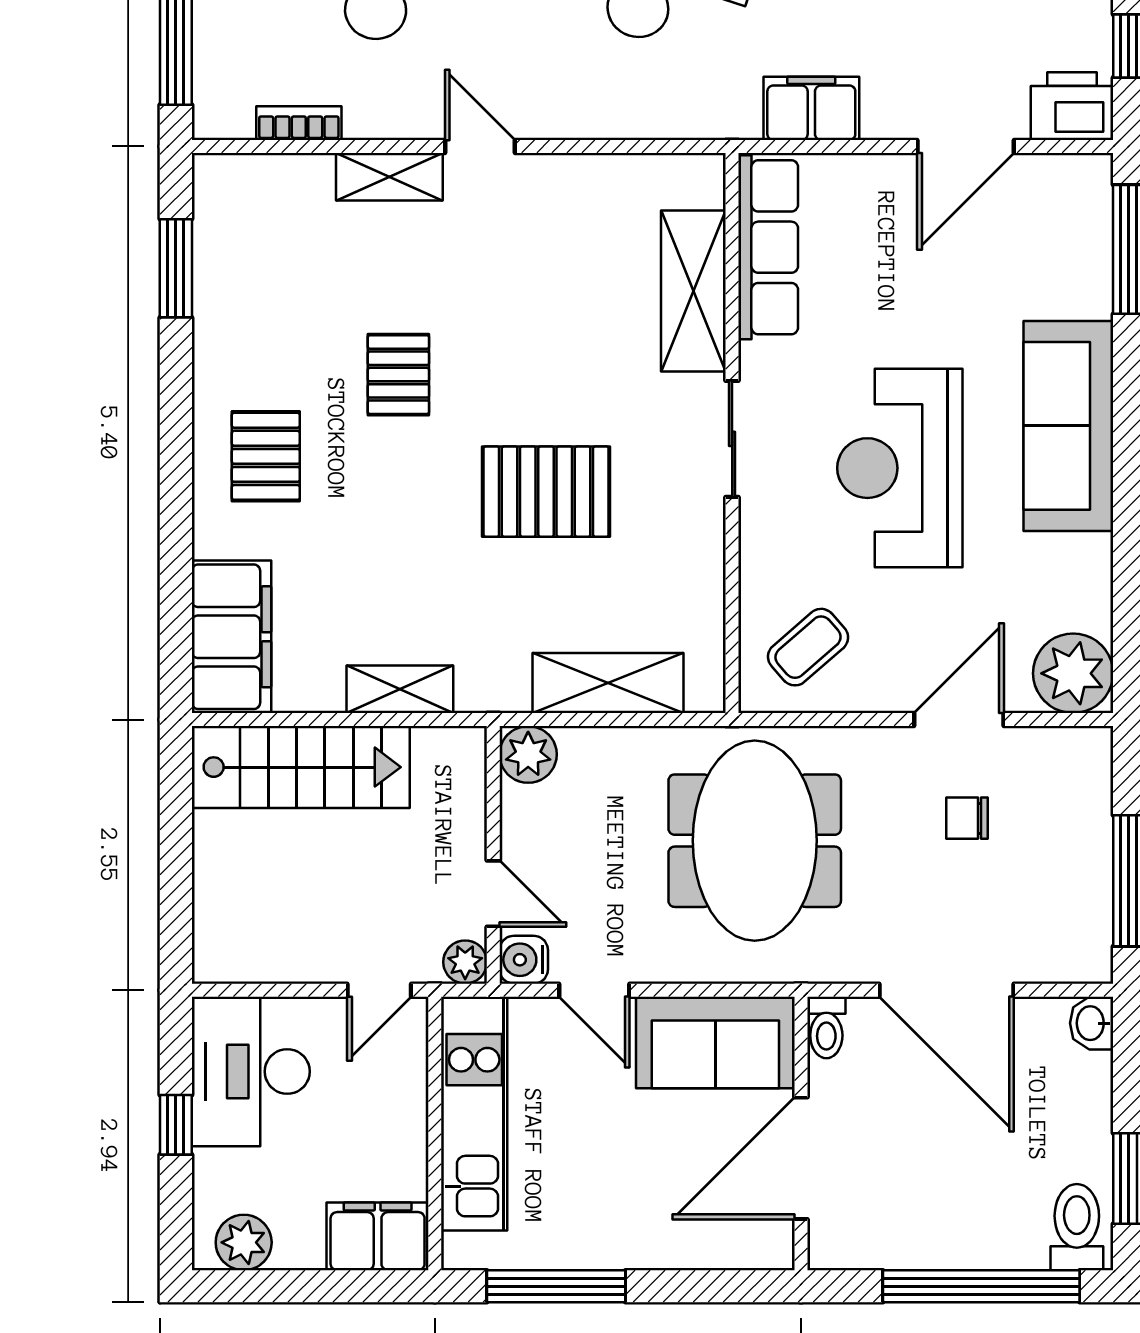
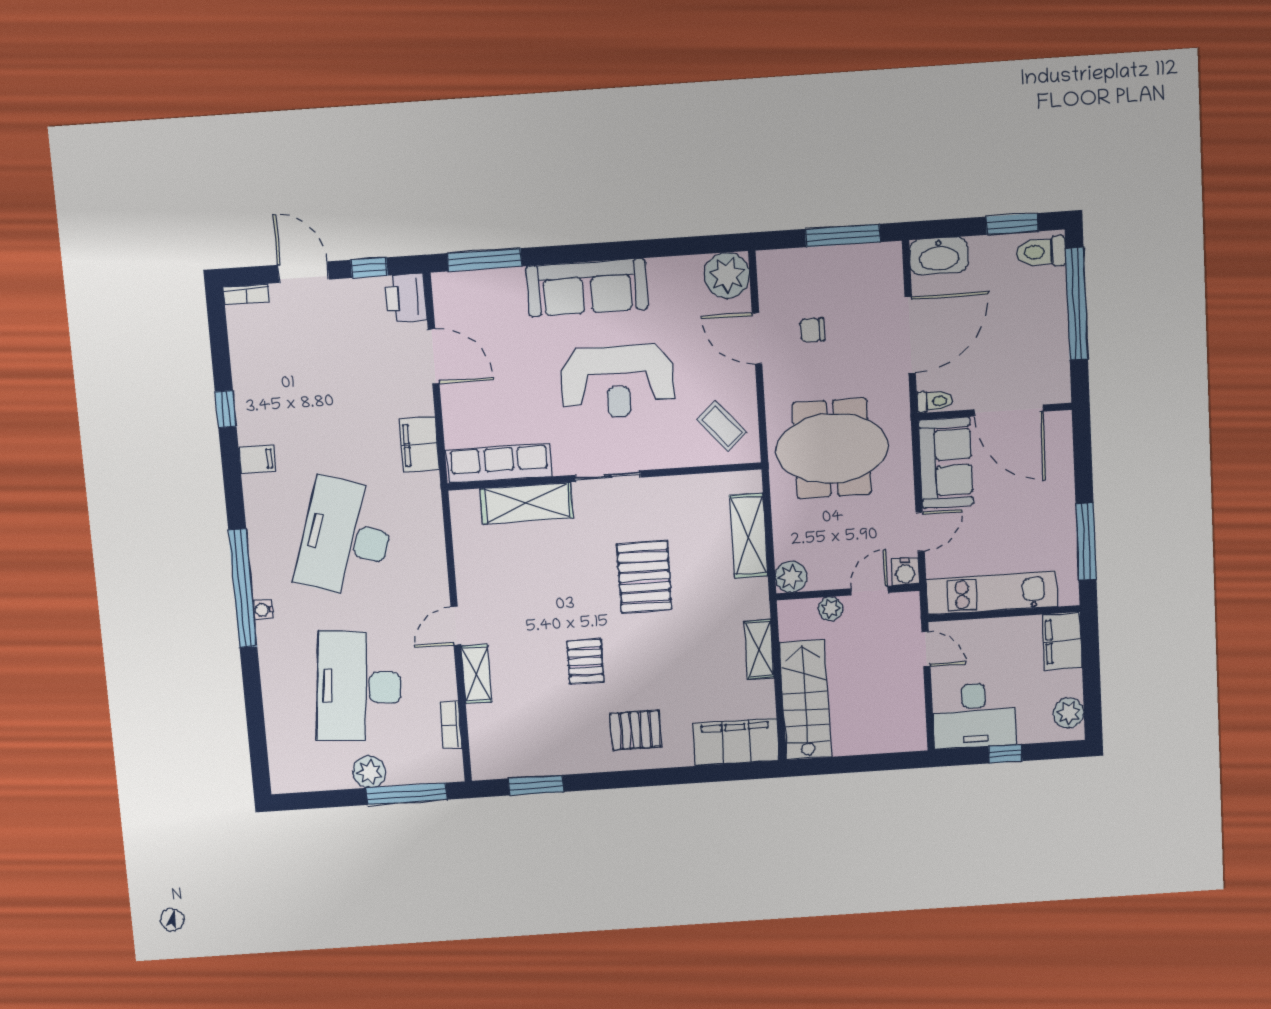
pallet: (398, 375) -> (585, 662), turned 90
chair: (967, 818) -> (812, 330), turned 90
plant: (465, 962) -> (830, 609), moved
washbasin: (1092, 1023) -> (939, 256), width x1.91, depth x1.45

